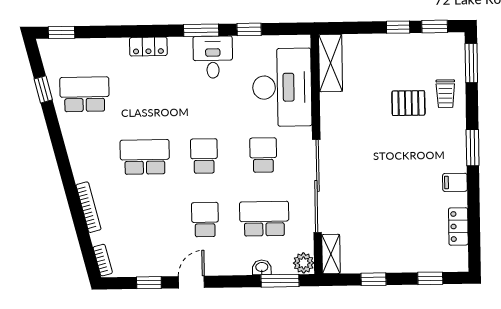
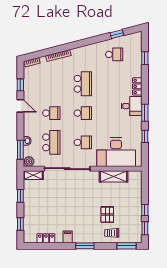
window: (62, 32) -> (145, 58), moved
desk: (213, 57) -> (132, 106), moved
shelving: (331, 63) -> (113, 176), moved
school desk: (85, 94) -> (114, 54), width x0.54

